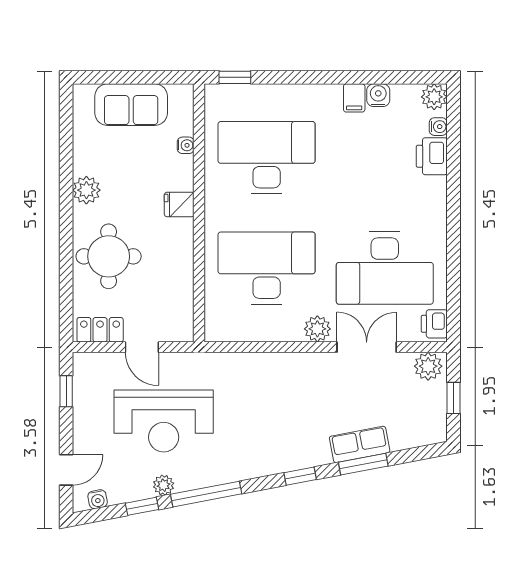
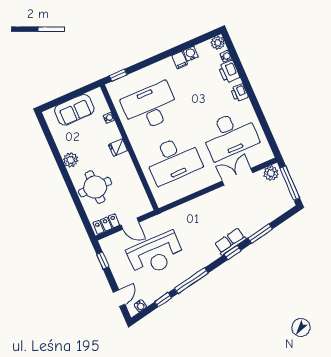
desk: (267, 268) -> (173, 160), turned 180
printer: (434, 324) -> (239, 93), moved
plant: (317, 329) -> (210, 178), removed
window: (454, 398) -> (290, 183), width x2.17
row of seats: (360, 444) -> (230, 241), moved
plant: (164, 485) -> (169, 285), removed

